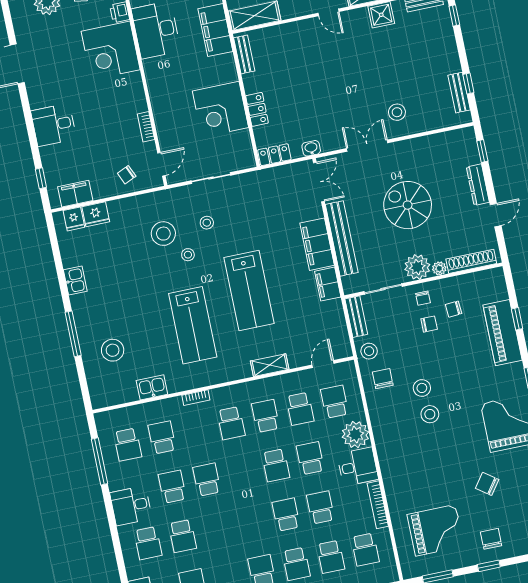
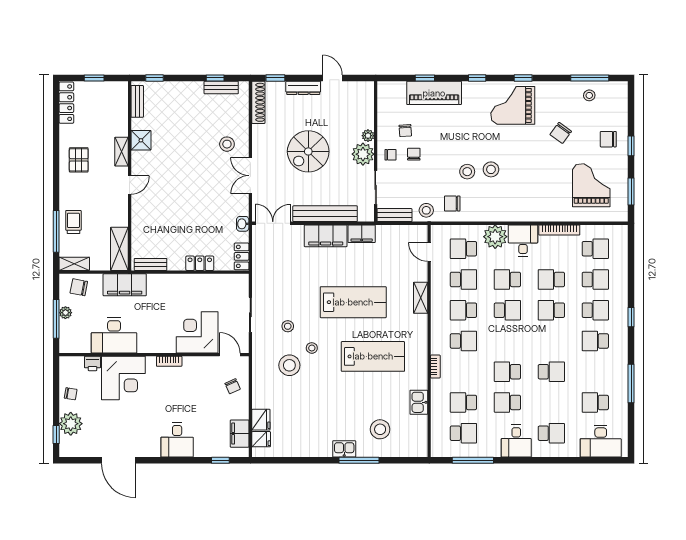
corner desk: (220, 109) -> (197, 332), moved, turned 180
bookcase: (146, 127) -> (169, 361), moved
shoe rack: (471, 261) -> (258, 102), moved, turned 180
kitchen sink: (75, 281) -> (344, 449), moved
school desk: (183, 536) -> (551, 372), moved

